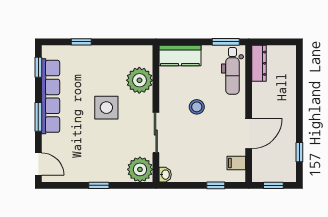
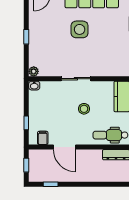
plant: (139, 80) -> (104, 67), removed
side table: (106, 108) -> (80, 29), moved
sliding door: (156, 133) -> (76, 79), moved
plant: (140, 169) -> (34, 71), width x0.53, depth x0.53

